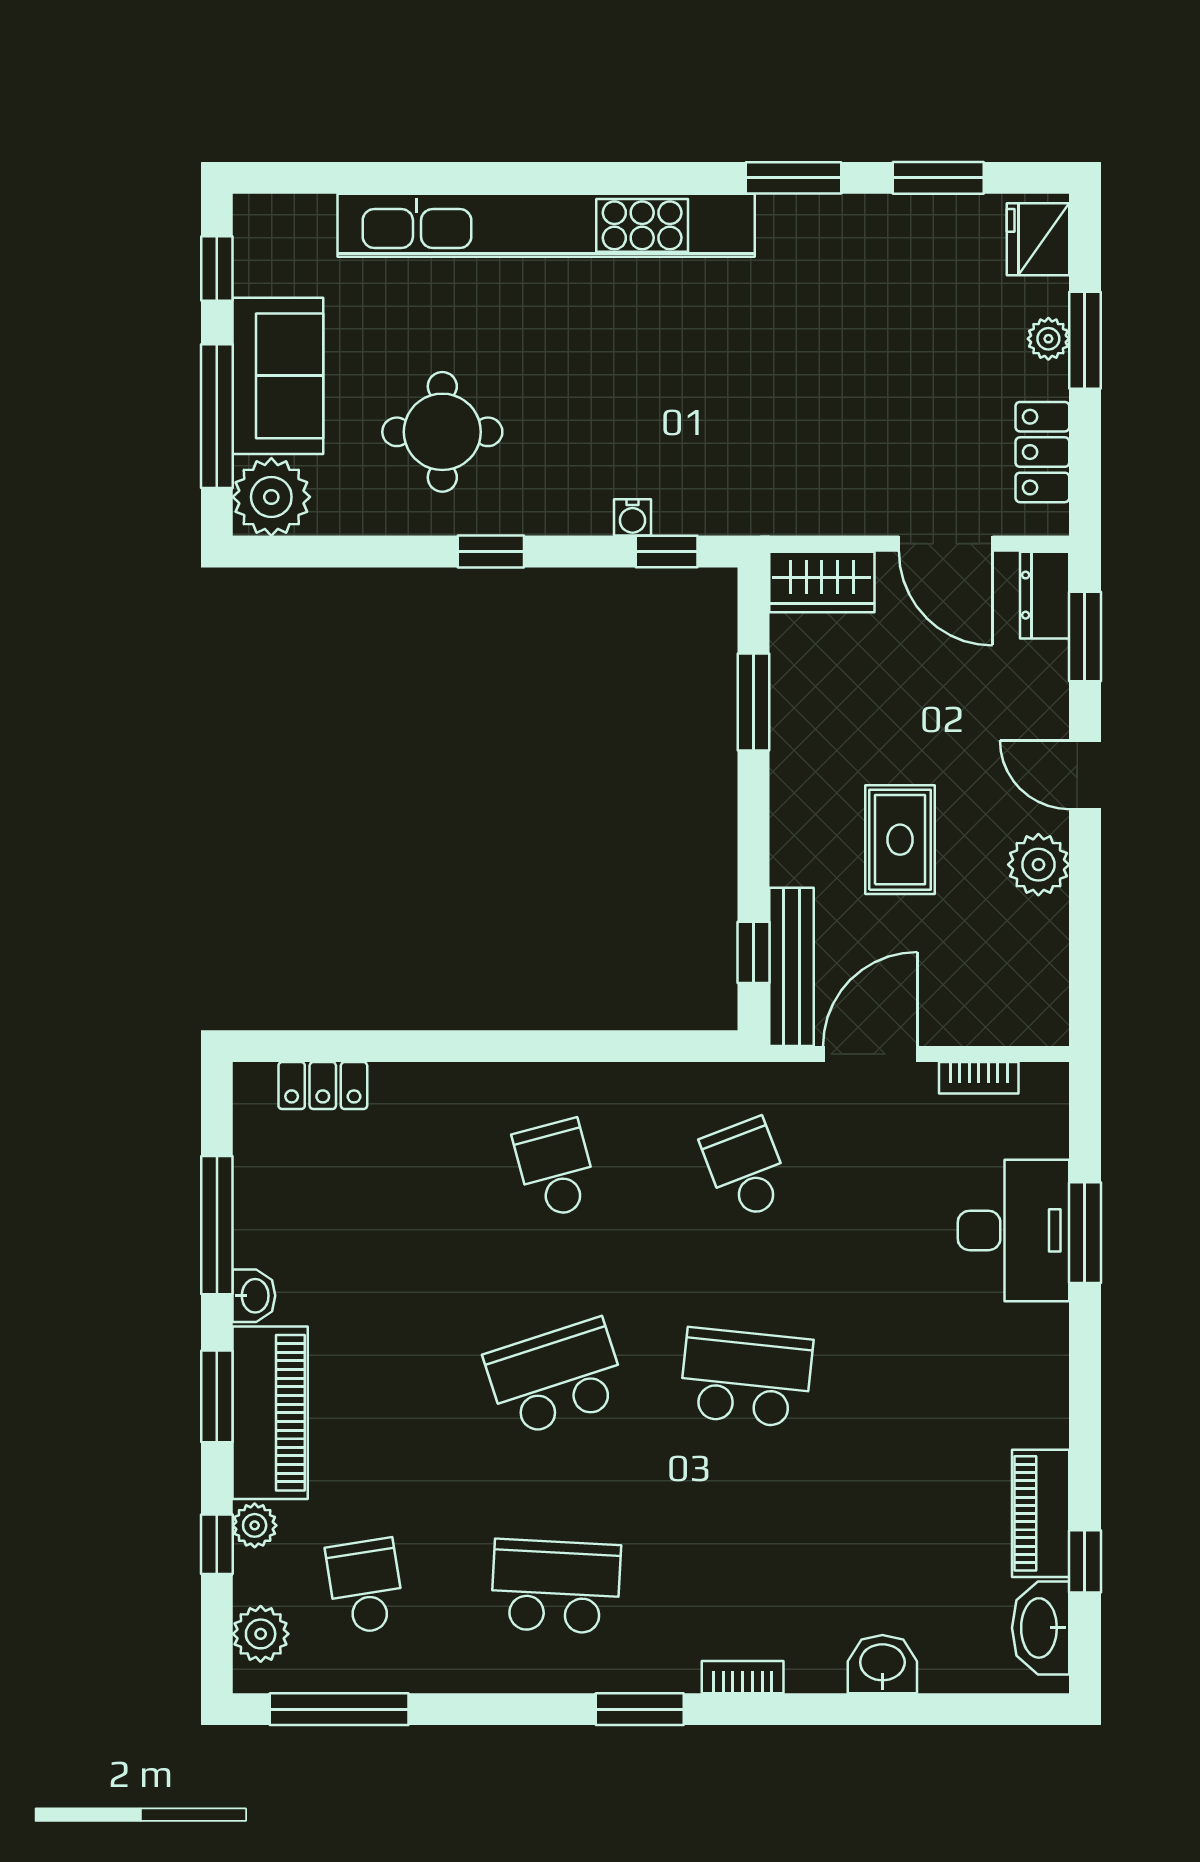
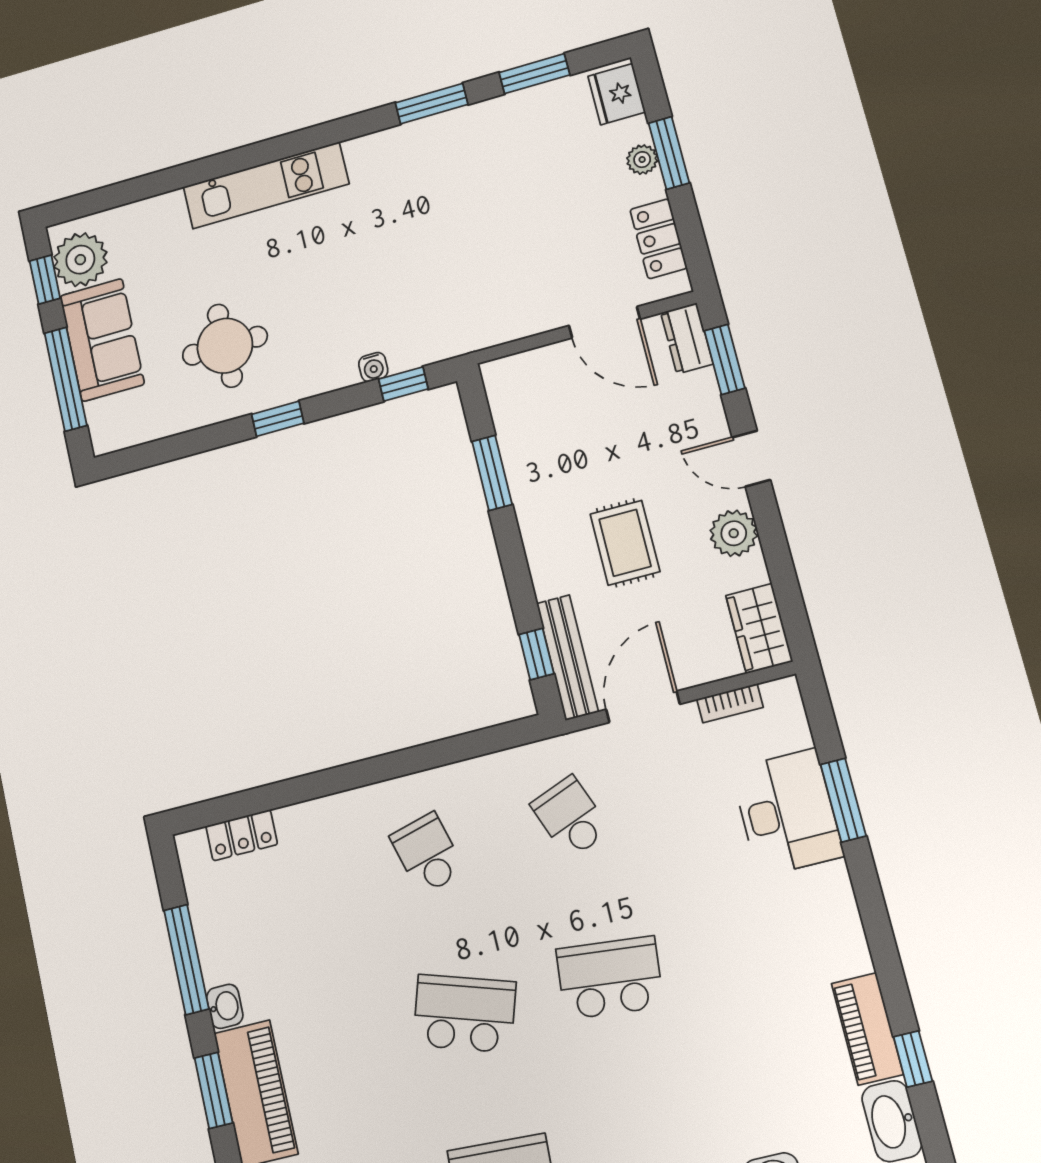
kitchen unit: (546, 225) -> (266, 185), width x0.54
plant: (271, 497) -> (80, 260), moved
wardrobe: (822, 582) -> (759, 628), moved, turned 90
school desk: (556, 1378) -> (464, 1013), turned 36

